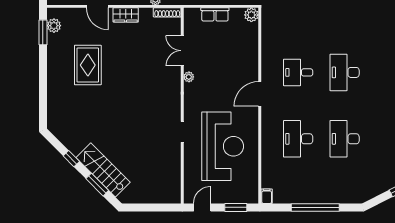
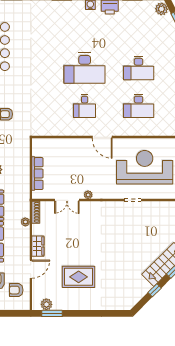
row of seats: (215, 14) -> (37, 173), width x1.48
plant: (251, 15) -> (38, 144), removed
desk: (345, 72) -> (85, 68), width x1.36, depth x1.30

